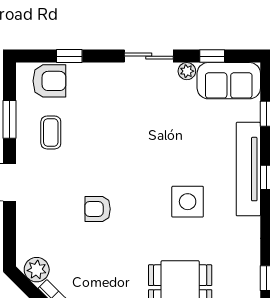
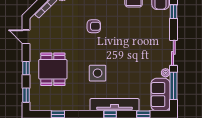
window: (212, 56) -> (173, 86), width x2.17
armchair: (98, 209) -> (94, 26), turned 90

